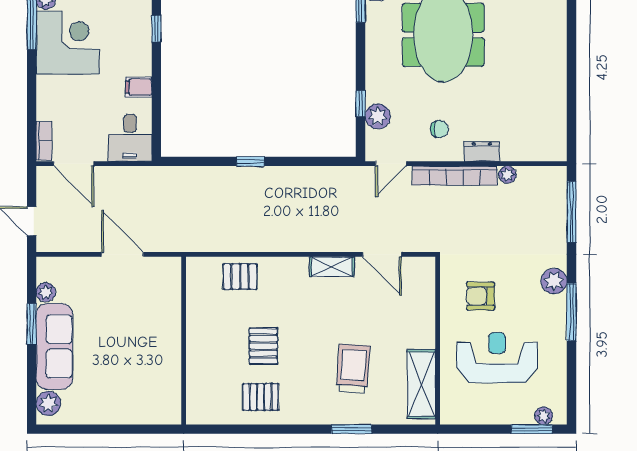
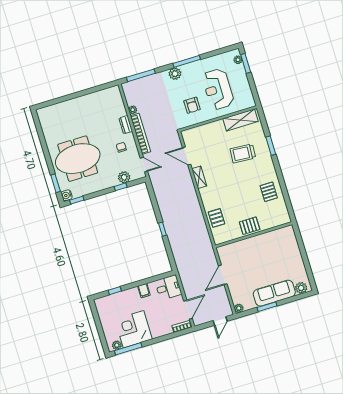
door: (382, 254) -> (187, 156), swing flipped
plant: (46, 292) -> (239, 308), moved
pallet: (263, 346) -> (250, 226), moved

